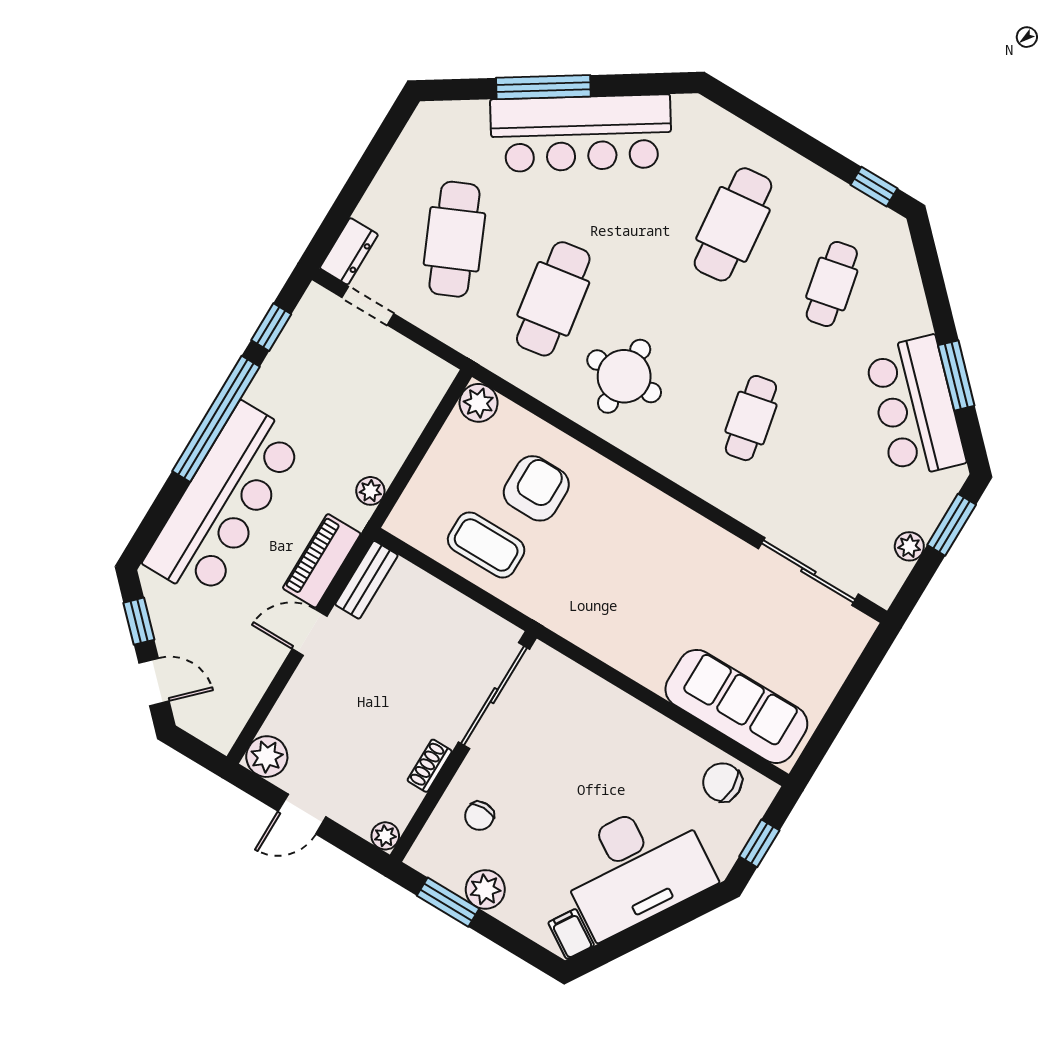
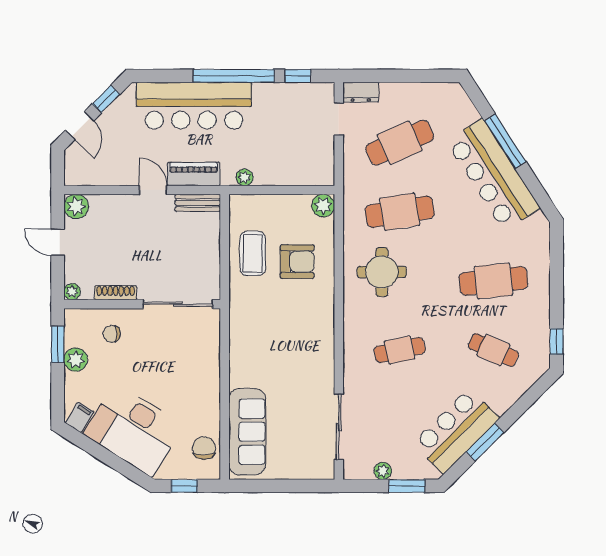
cafe table: (832, 284) -> (493, 350), turned 36
shoe rack: (430, 766) -> (116, 293), width x1.43

